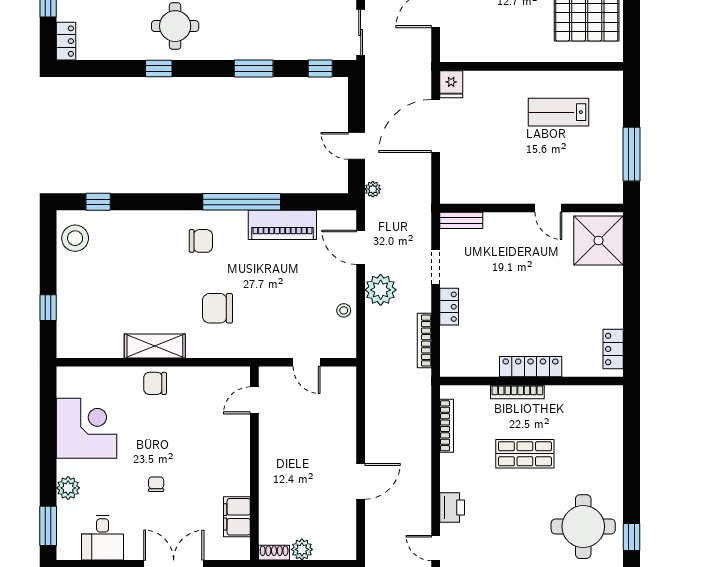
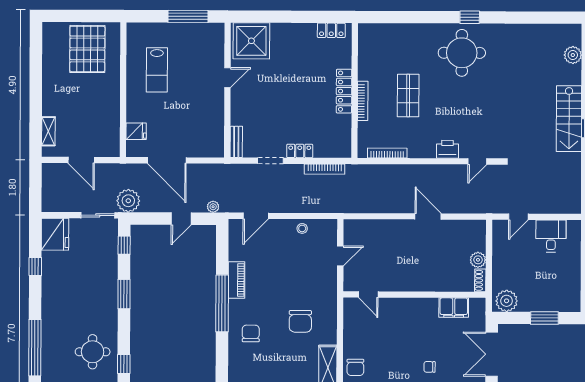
fridge: (451, 84) -> (136, 131), moved
piano: (282, 225) -> (236, 280), width x0.73, depth x0.75
plant: (381, 290) -> (128, 201), moved

